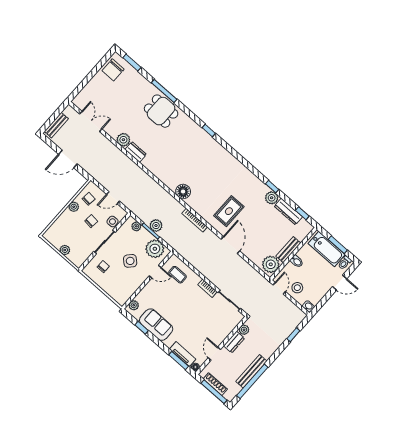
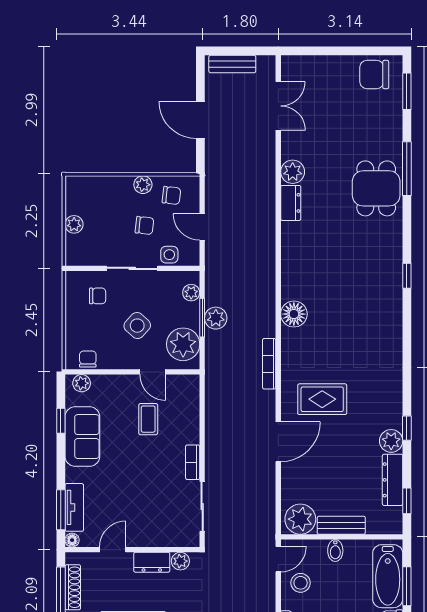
coffee table: (178, 275) -> (148, 419), moved
chair: (126, 294) -> (88, 359), added

